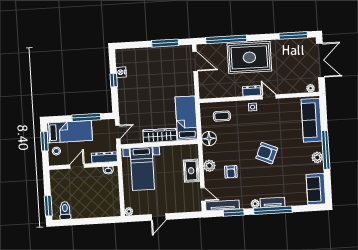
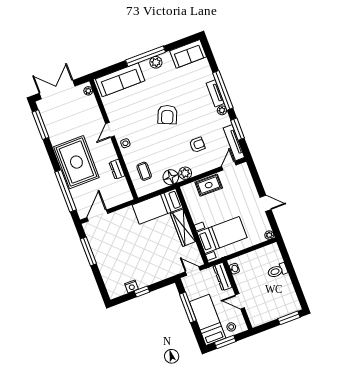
dresser: (252, 91) -> (117, 169), moved
plant: (209, 166) -> (185, 173), moved
toilet: (65, 210) -> (277, 271), moved

